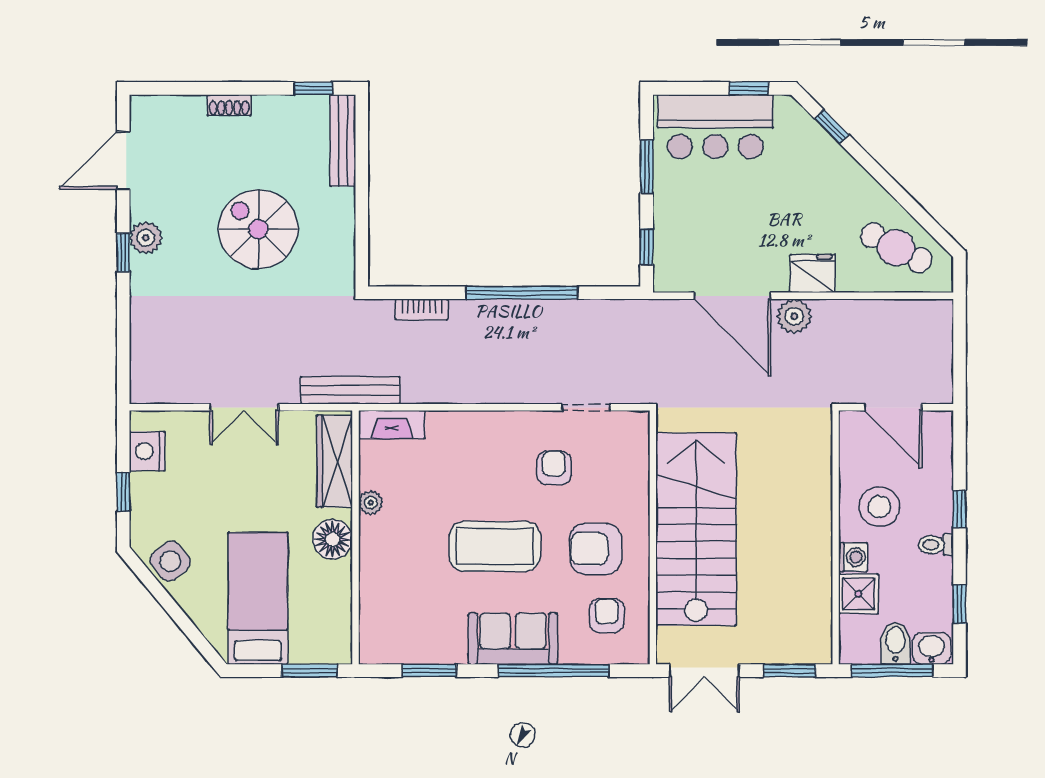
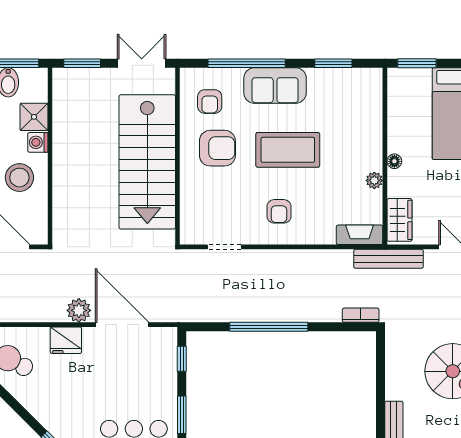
bookcase: (421, 309) -> (361, 315), moved
wardrobe: (335, 461) -> (399, 220), width x0.67
armchair: (554, 468) -> (279, 211), moved
floor lamp: (333, 539) -> (394, 161), width x0.53, depth x0.53

